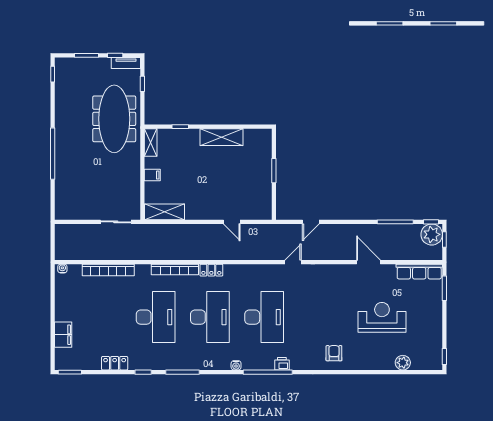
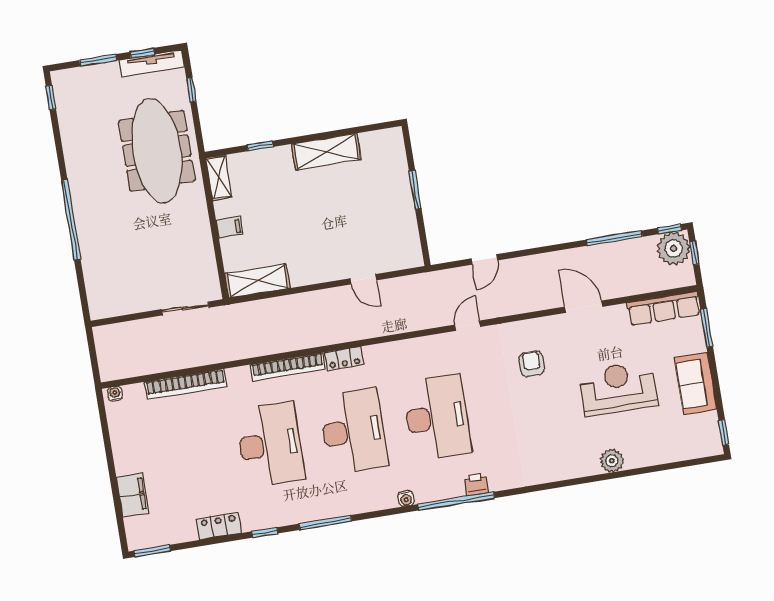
tv unit: (126, 63) -> (152, 63), width x1.41
sofa: (432, 322) -> (696, 383), added
armchair: (334, 353) -> (532, 364), moved
plant: (403, 363) -> (612, 461), moved

